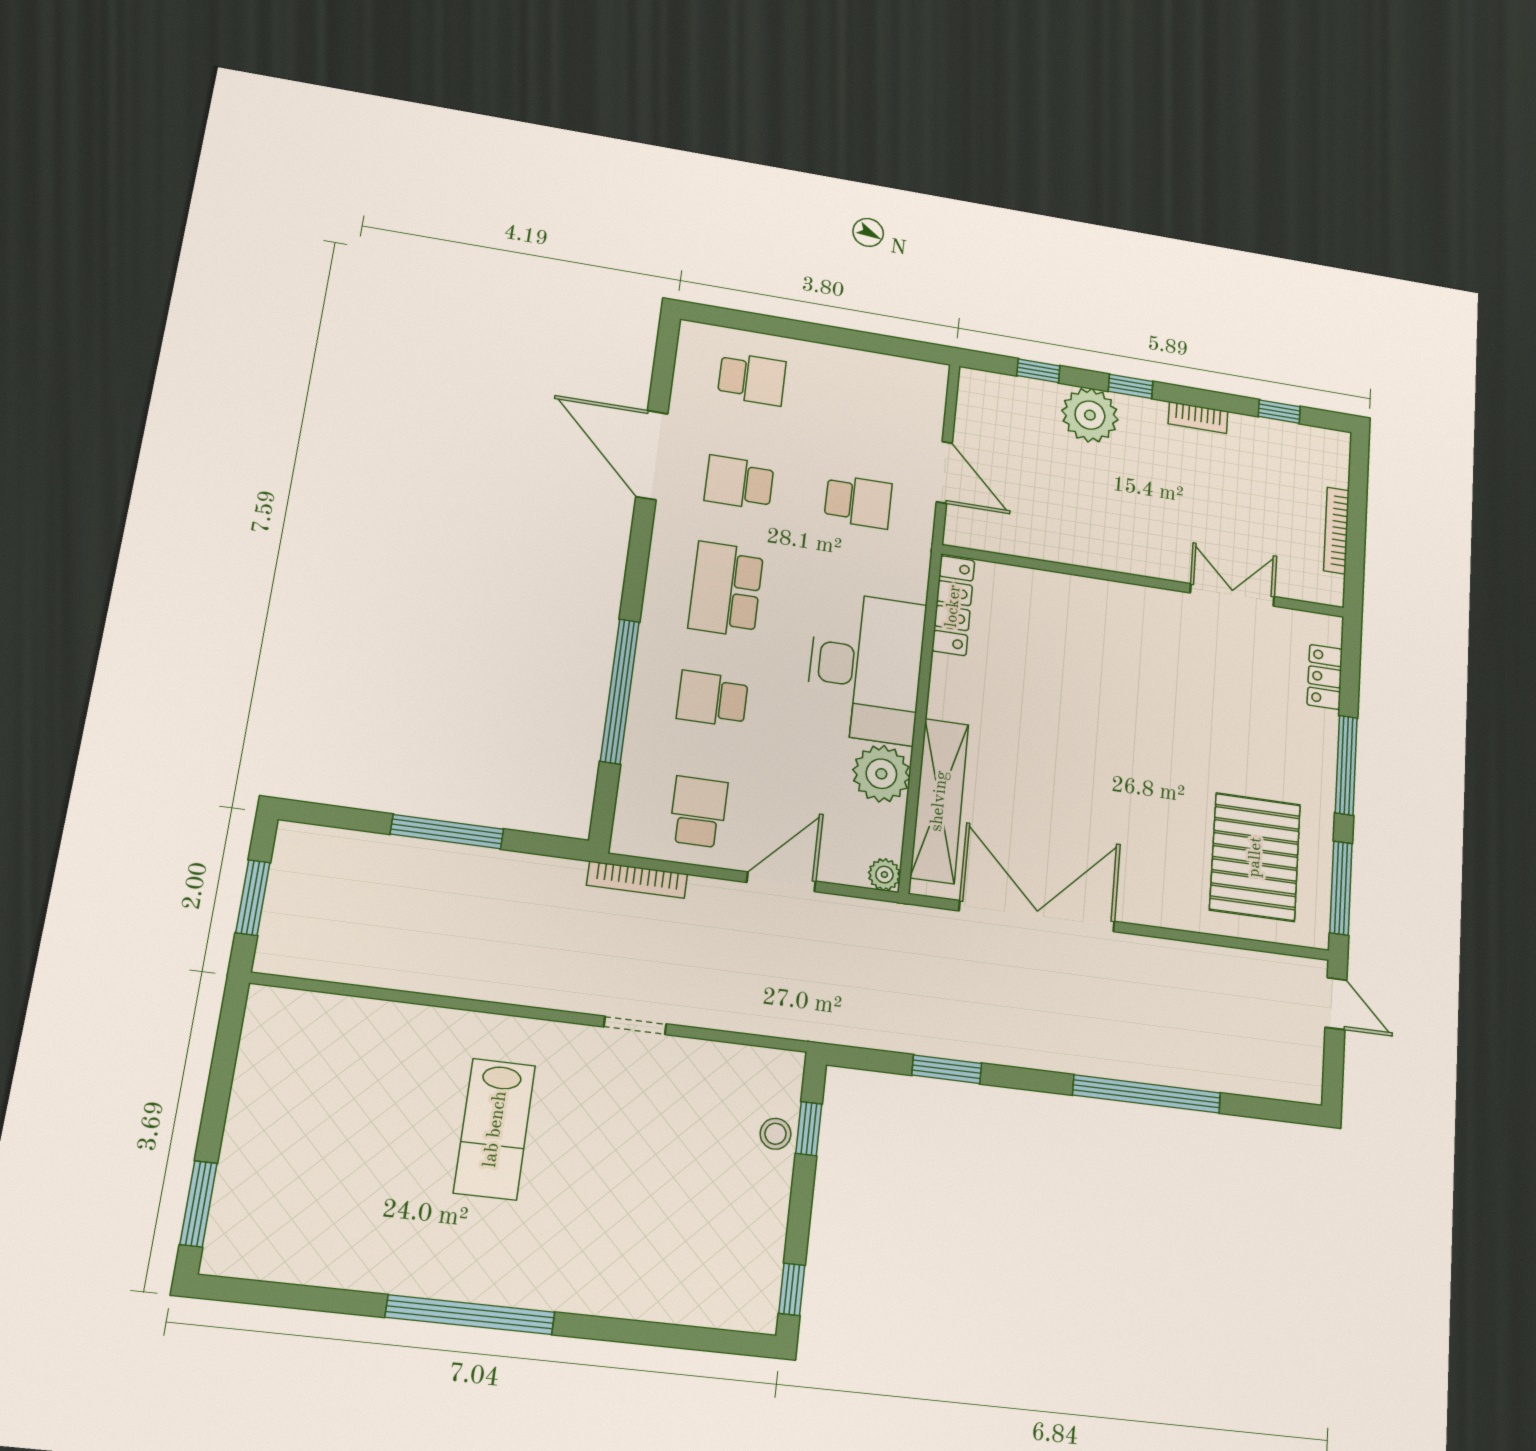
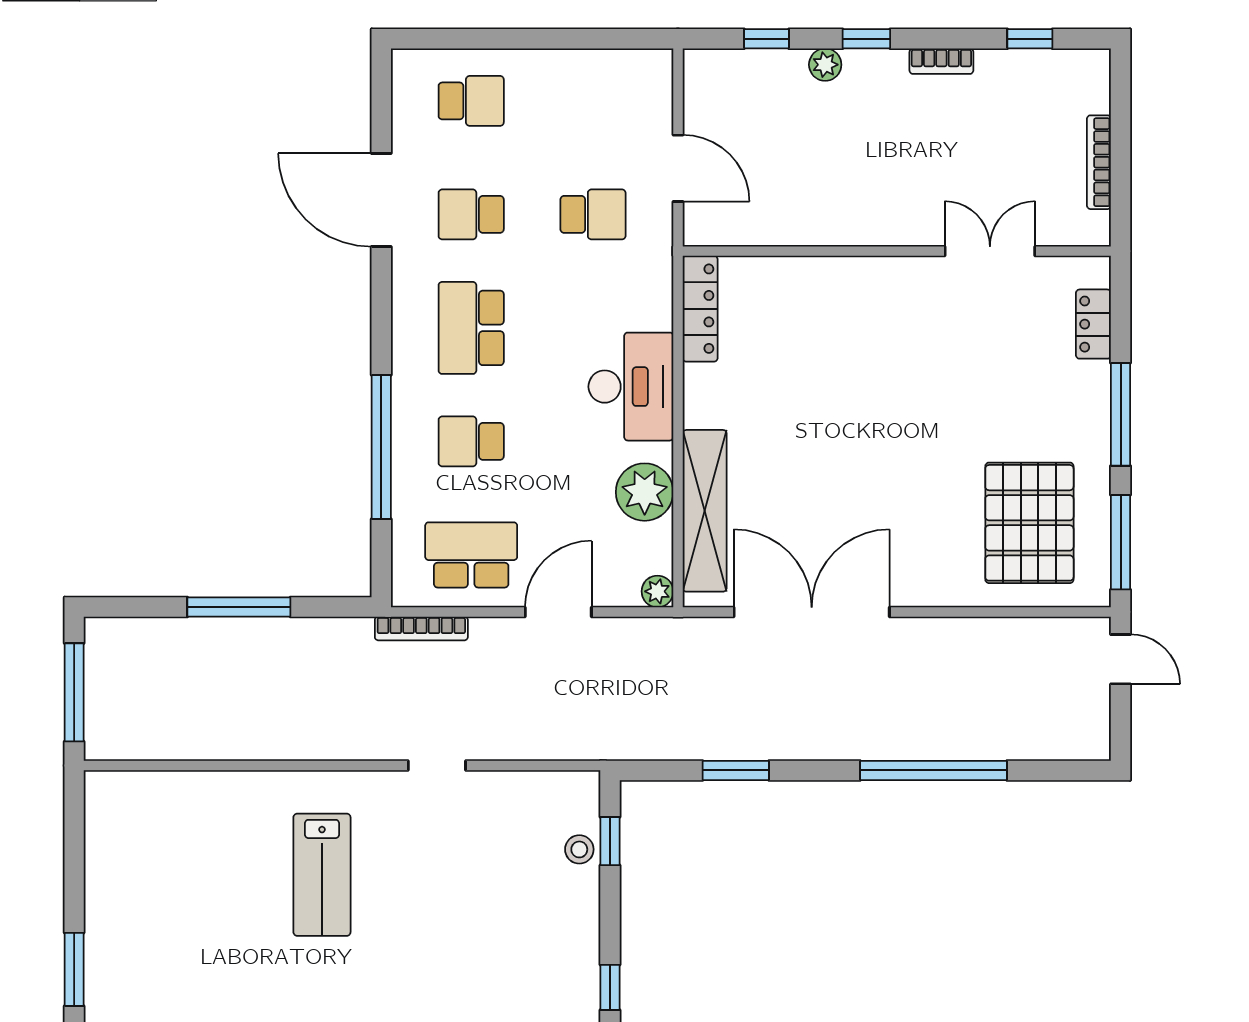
plant: (1090, 415) -> (825, 65), width x0.53, depth x0.53
desk: (866, 667) -> (631, 387), width x0.73, depth x0.77
school desk: (698, 812) -> (471, 555), width x1.85
window: (253, 898) -> (74, 692), width x1.44

